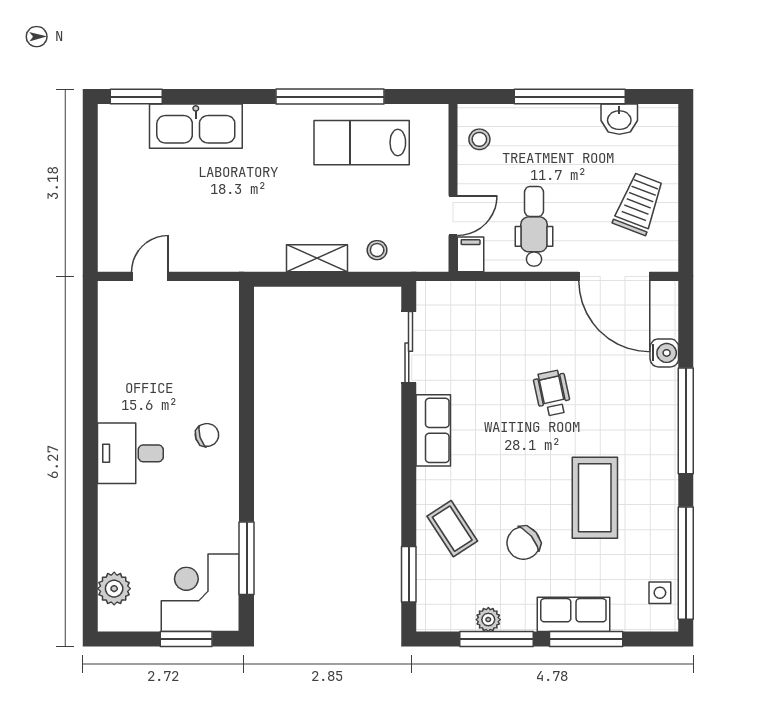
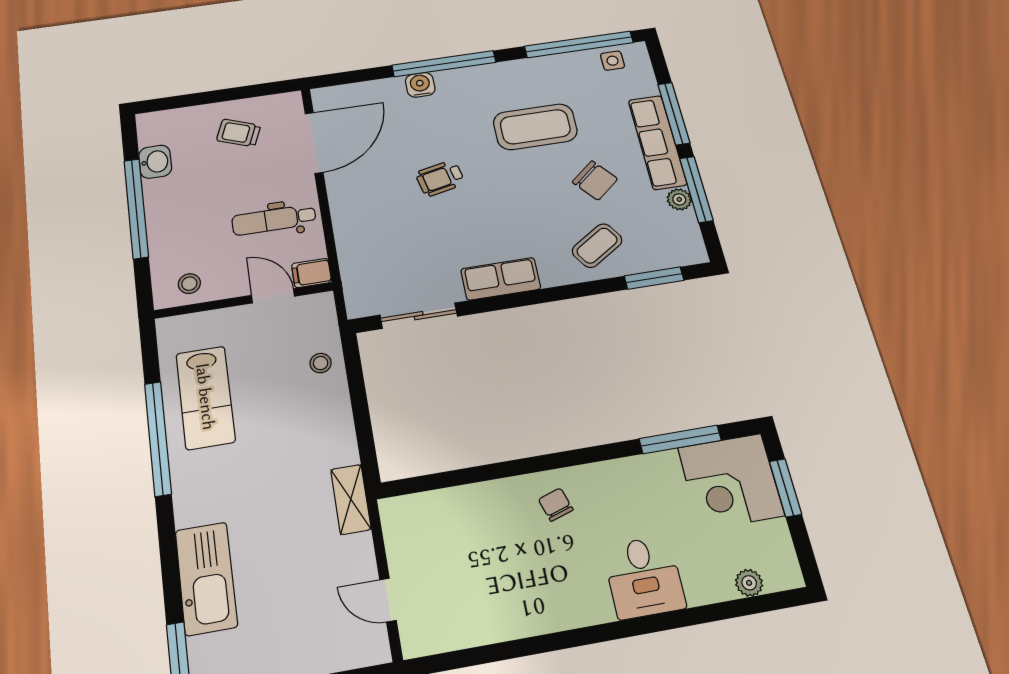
trolley: (639, 204) -> (239, 133), width x0.73, depth x0.72
shelving: (317, 258) -> (351, 499), moved
water cooler: (664, 353) -> (420, 85), moved
desk: (130, 453) -> (644, 577), moved
plant: (114, 589) -> (749, 583), width x0.73, depth x0.73
row of seats: (573, 614) -> (657, 142), width x1.48

